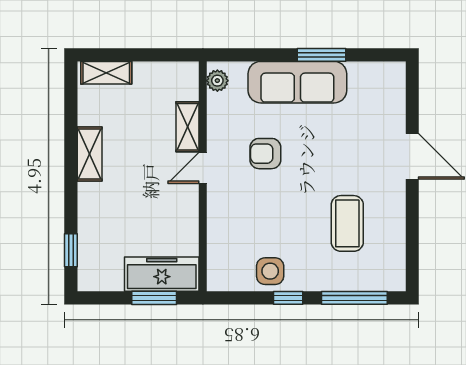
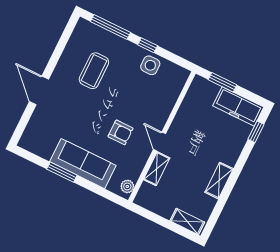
door: (203, 168) -> (160, 142), swing flipped
freezer: (162, 274) -> (238, 106), moved

